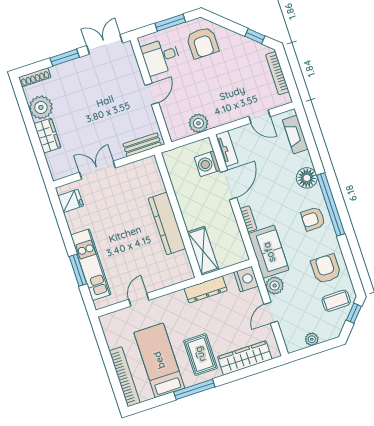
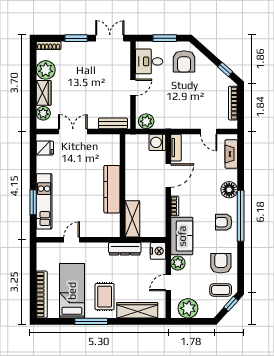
plant: (198, 123) -> (146, 121), moved
plant: (55, 160) -> (43, 113), added
washing machine: (207, 164) -> (157, 142), moved
plant: (312, 339) -> (188, 308), width x1.87, depth x1.87

